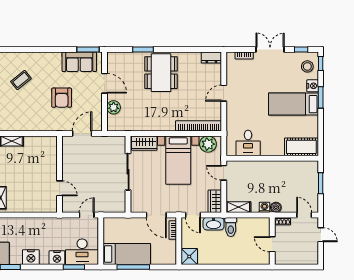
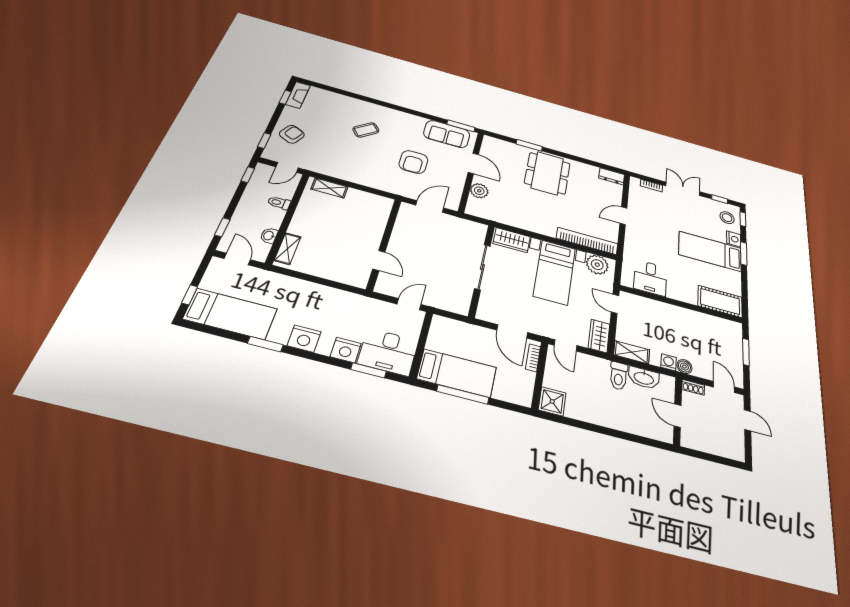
washbasin: (214, 224) -> (644, 378), moved

